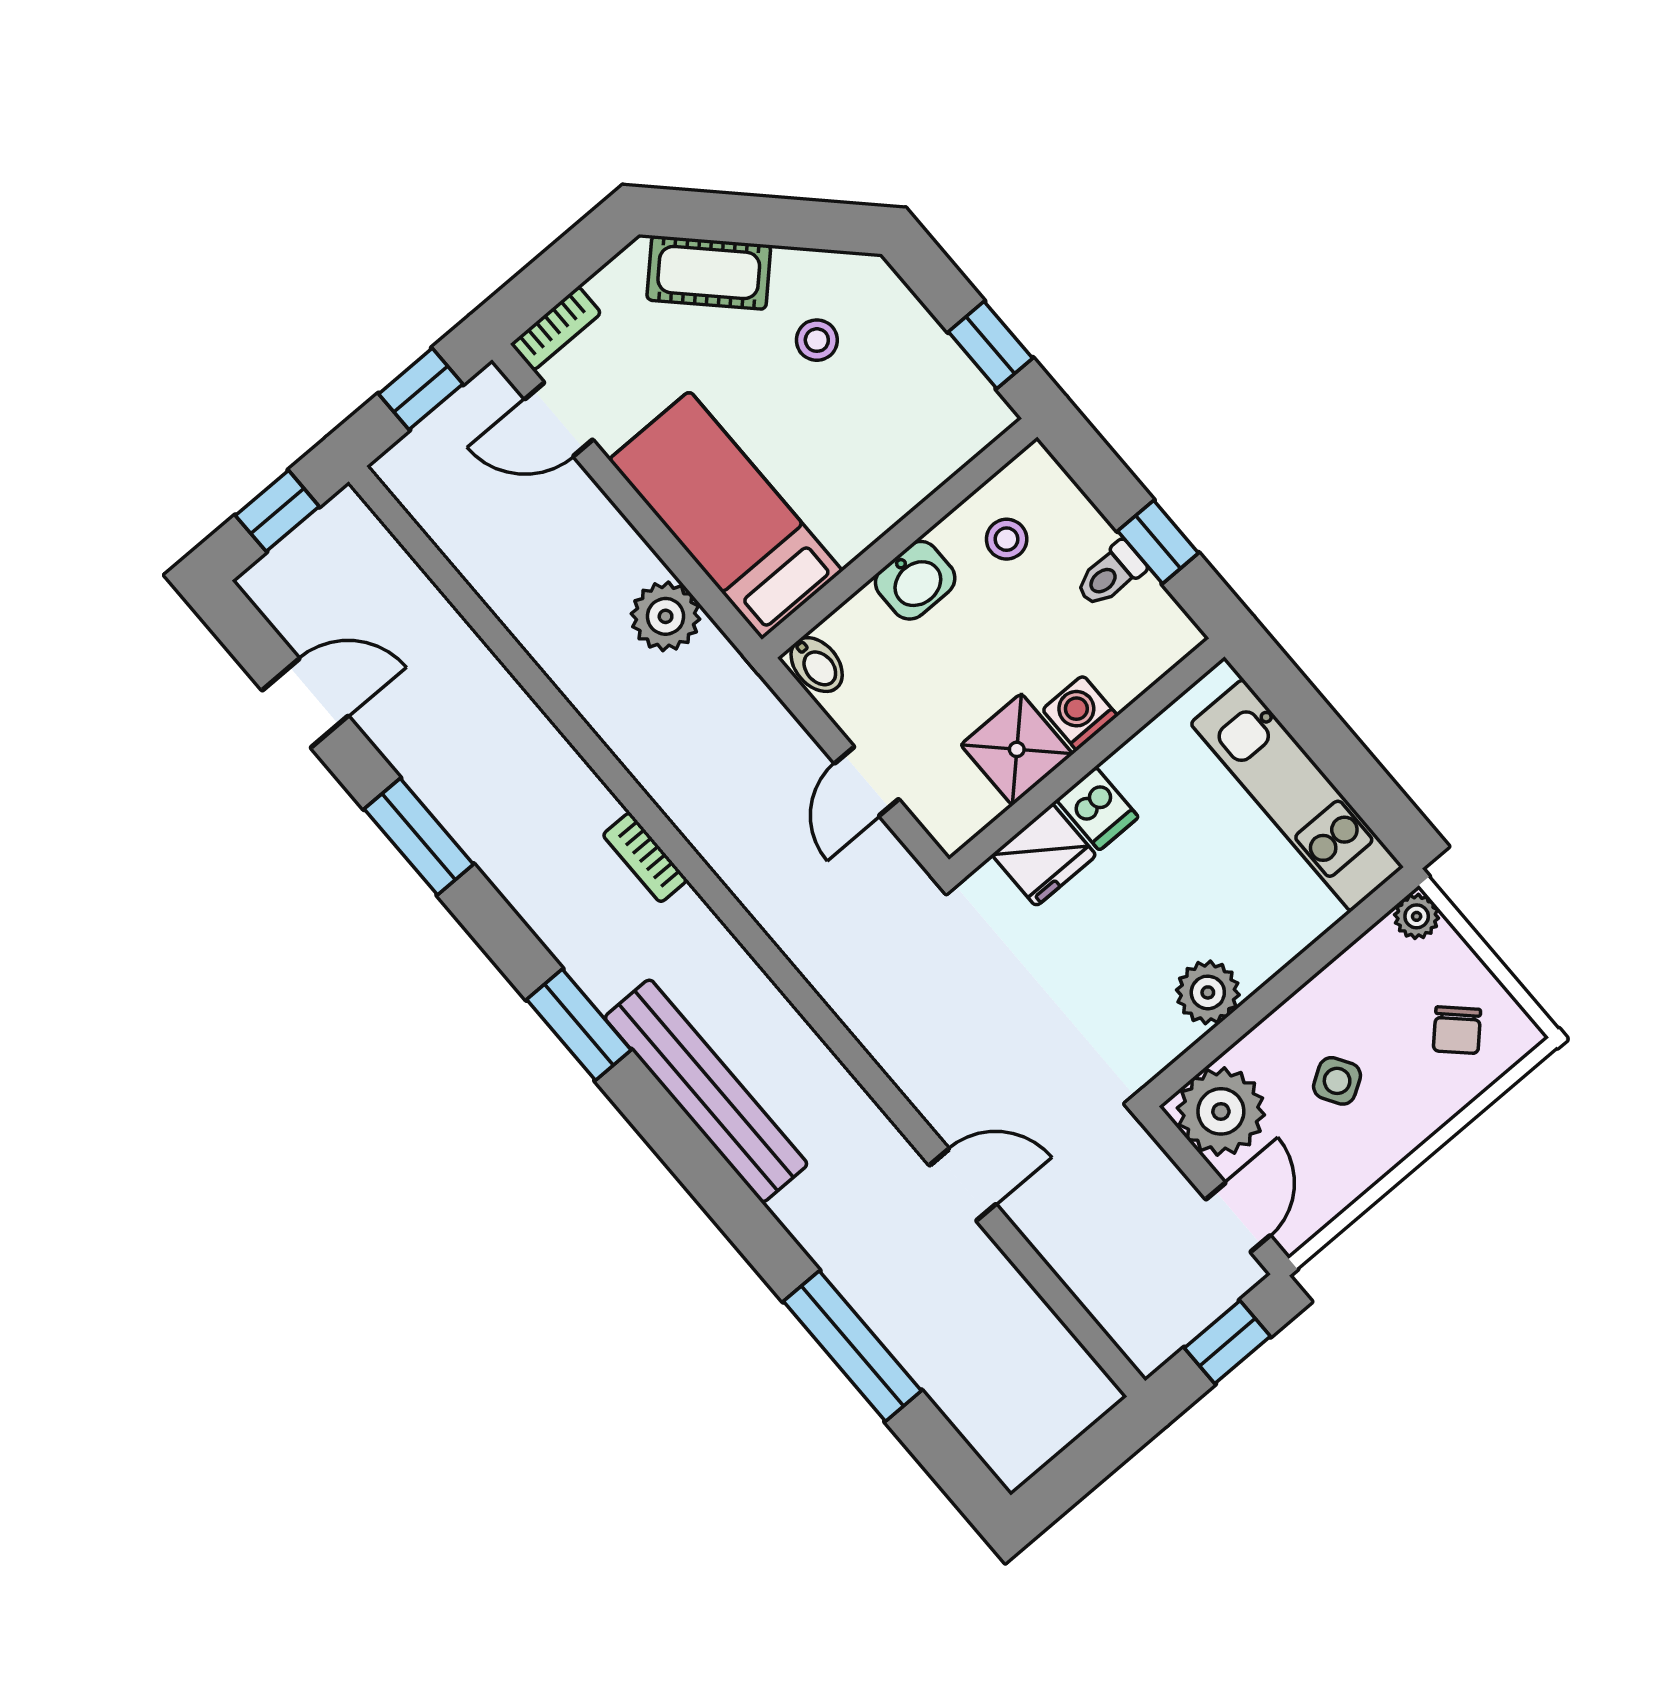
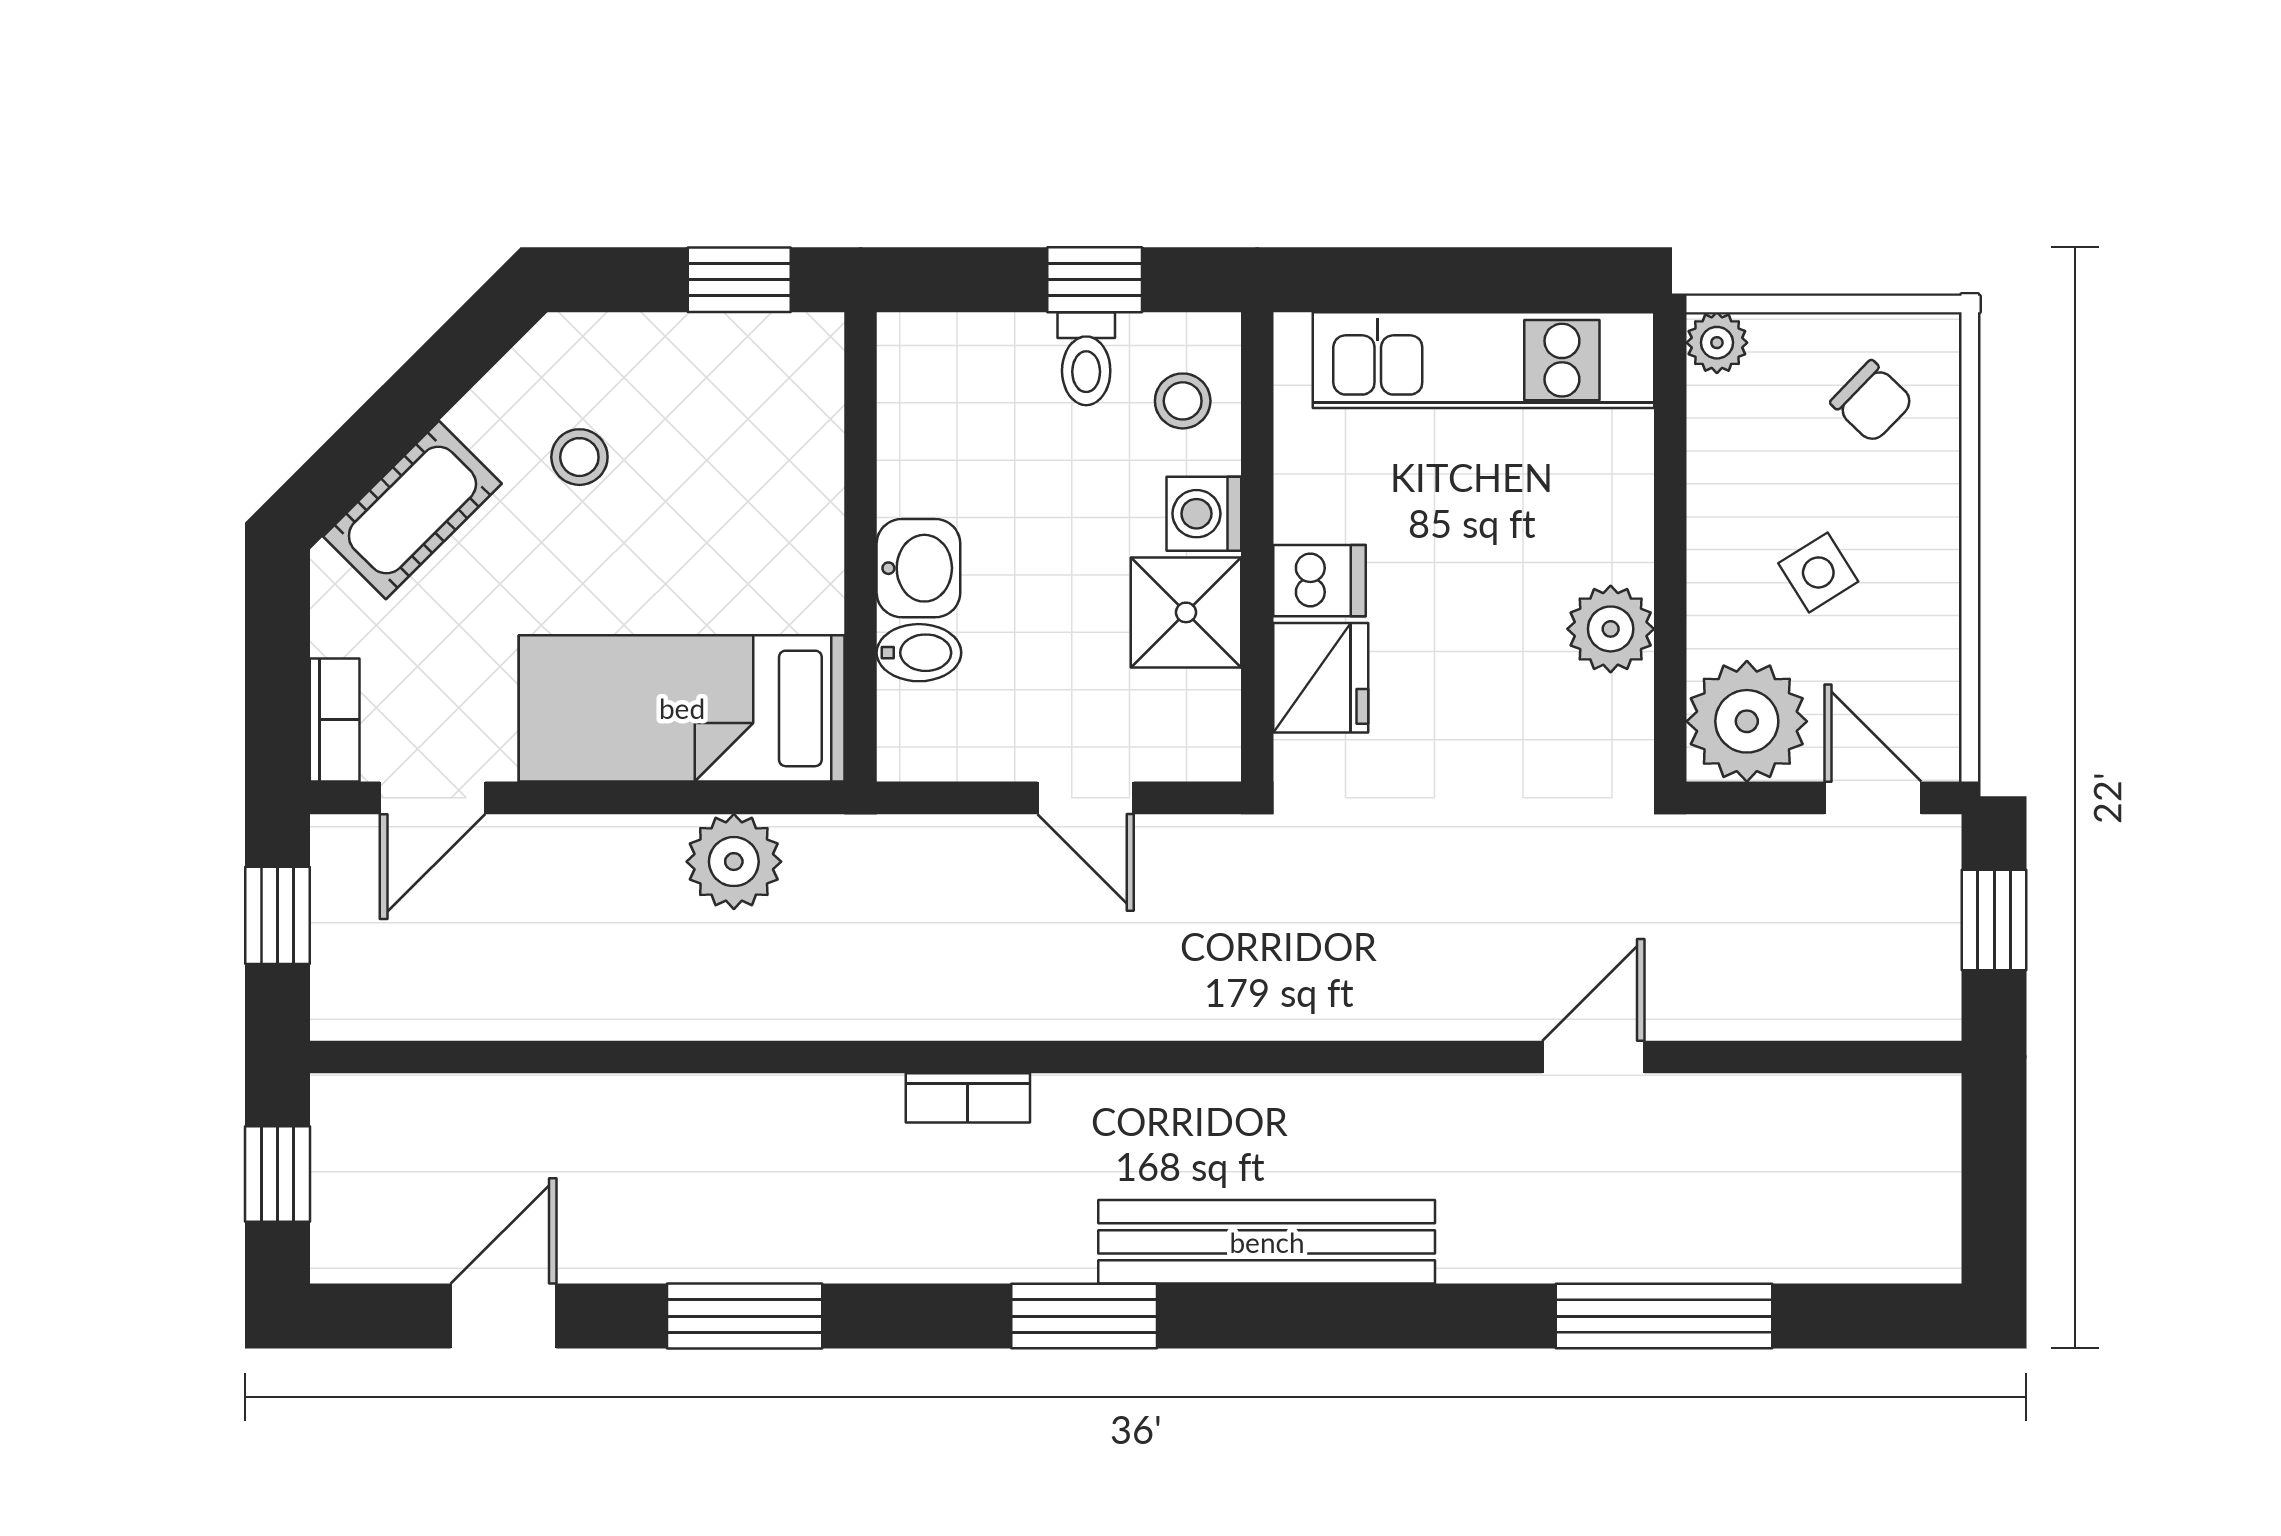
stool: (1007, 539) -> (1183, 401), moved
bidet: (817, 665) -> (919, 653), moved

